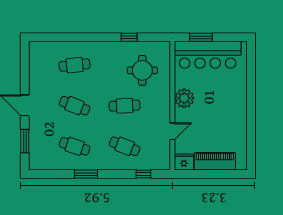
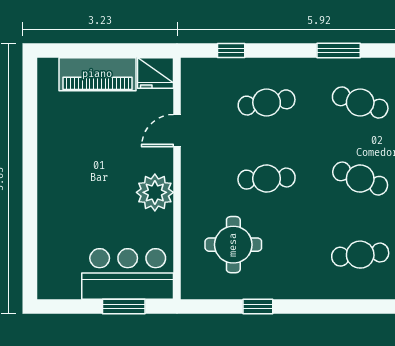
bar counter: (208, 55) -> (128, 274), width x0.73
cafe table: (125, 146) -> (267, 102), turned -30

